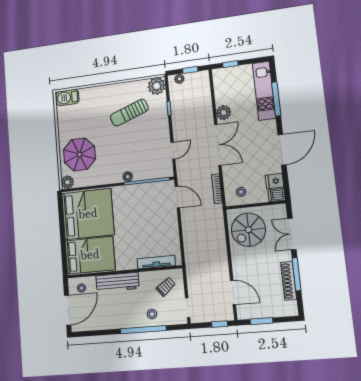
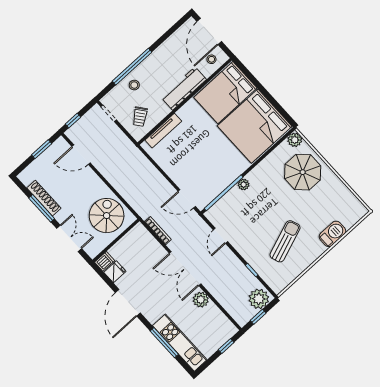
plant: (179, 79) -> (259, 299), width x1.87, depth x1.87
plant: (157, 86) -> (278, 282), removed
barbecue: (68, 97) -> (332, 234), moved
stool: (241, 192) -> (136, 243), removed

